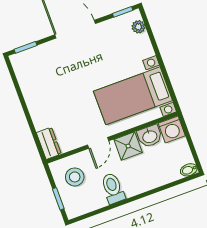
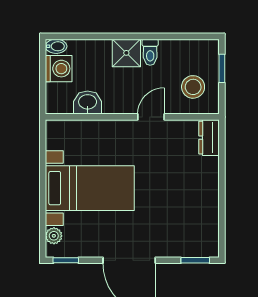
bed with nightstands: (133, 96) -> (90, 188), moved
washing machine: (172, 129) -> (59, 69), moved, turned 90
shower: (128, 146) -> (126, 53), moved
toilet: (113, 188) -> (150, 52), width x0.73, depth x0.72

